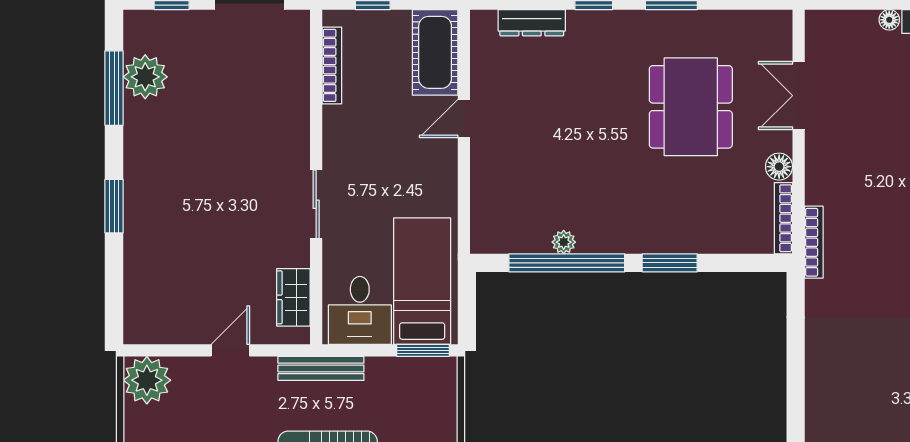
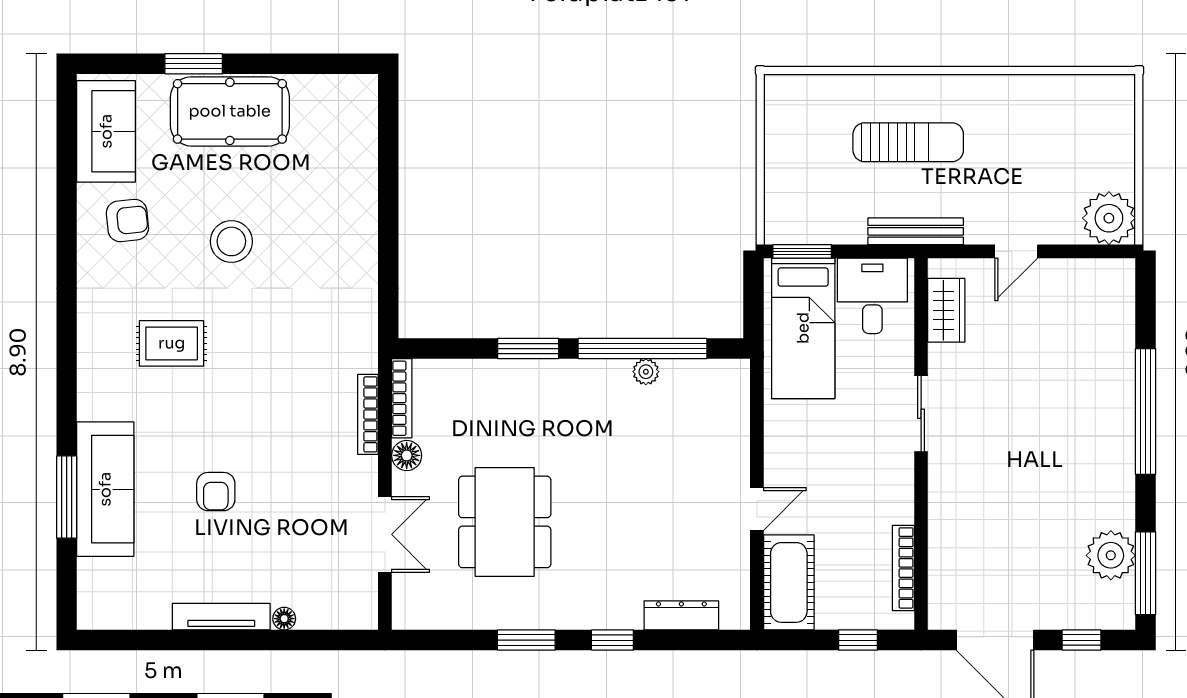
window: (114, 88) -> (1145, 573), moved
window: (114, 206) -> (1145, 412), width x2.11
bookcase: (814, 242) -> (368, 414), moved

